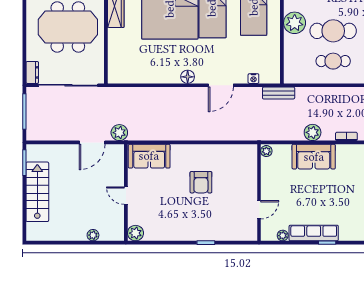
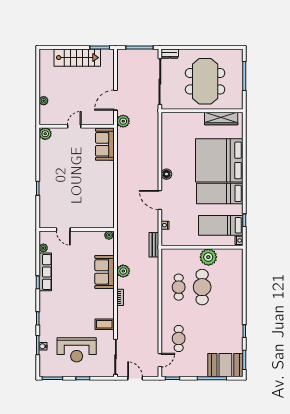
door: (92, 142) -> (116, 100), hinge flipped
armchair: (201, 182) -> (85, 184), removed

